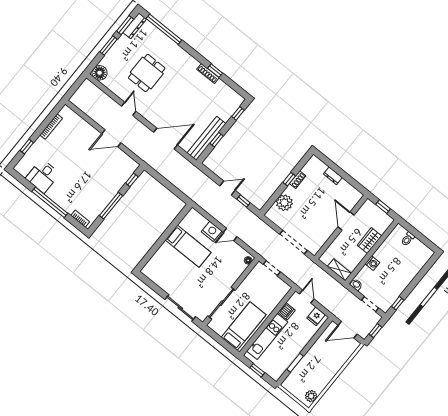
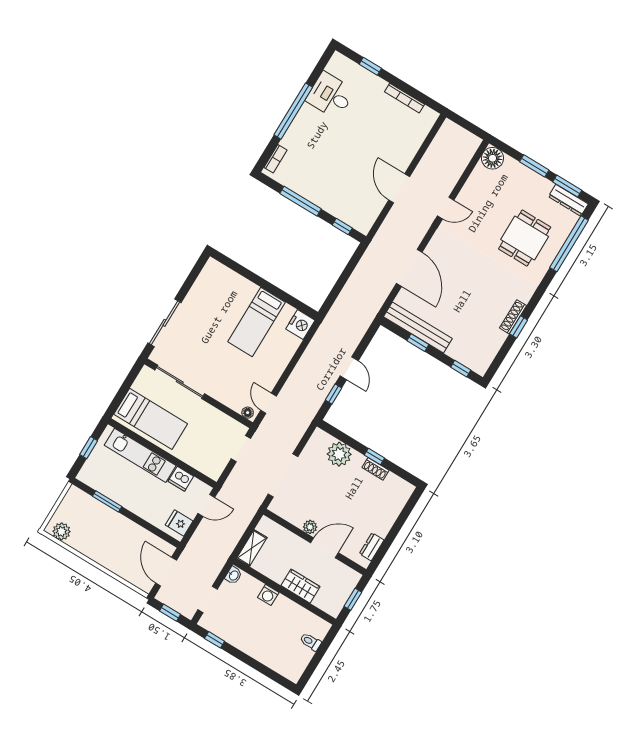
dining table: (147, 73) -> (525, 238), moved, turned 90
dresser: (333, 176) -> (372, 547), moved
plant: (331, 229) -> (310, 527), added
nightstand: (212, 231) -> (300, 325), moved
door: (230, 234) -> (269, 403), moved

